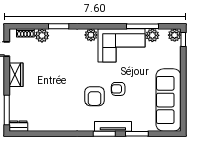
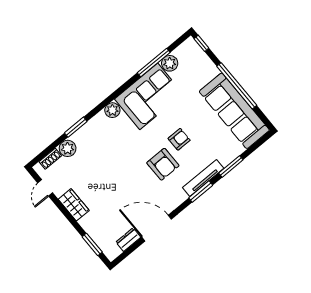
plant: (175, 35) -> (190, 46), removed
window: (183, 85) -> (237, 86), added
armchair: (118, 89) -> (179, 139), turned 180
window: (7, 110) -> (92, 245), width x0.69
dresser: (18, 126) -> (128, 240), moved
door: (57, 134) -> (157, 228), added

